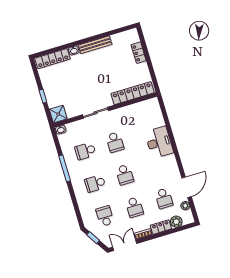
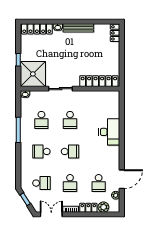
locker: (139, 53) -> (115, 33), moved
shower: (58, 114) -> (33, 74), width x1.86, depth x1.86
school desk: (85, 151) -> (41, 120), turned -90
school desk: (125, 175) -> (70, 151), turned -90
school desk: (105, 216) -> (41, 183), turned 90

